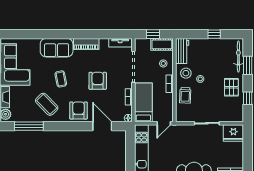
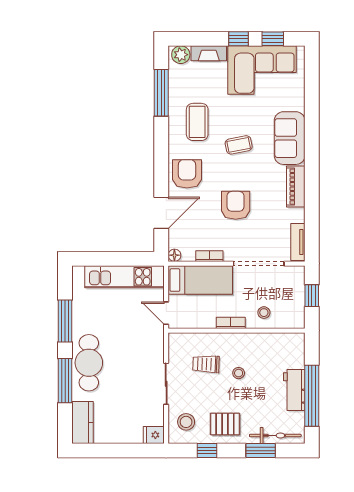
window: (214, 34) -> (312, 396), width x3.17
cot: (162, 44) -> (295, 310), removed
workbench: (182, 51) -> (294, 390), moved, turned 90
stool: (186, 73) -> (186, 422), moved
armchair: (98, 81) -> (236, 205), turned -90
trolley: (185, 95) -> (206, 364), moved
coffee table: (47, 104) -> (197, 122), turned -46
armchair: (79, 110) -> (187, 174), turned -90
fridge: (233, 133) -> (154, 435), width x0.53, depth x0.75

